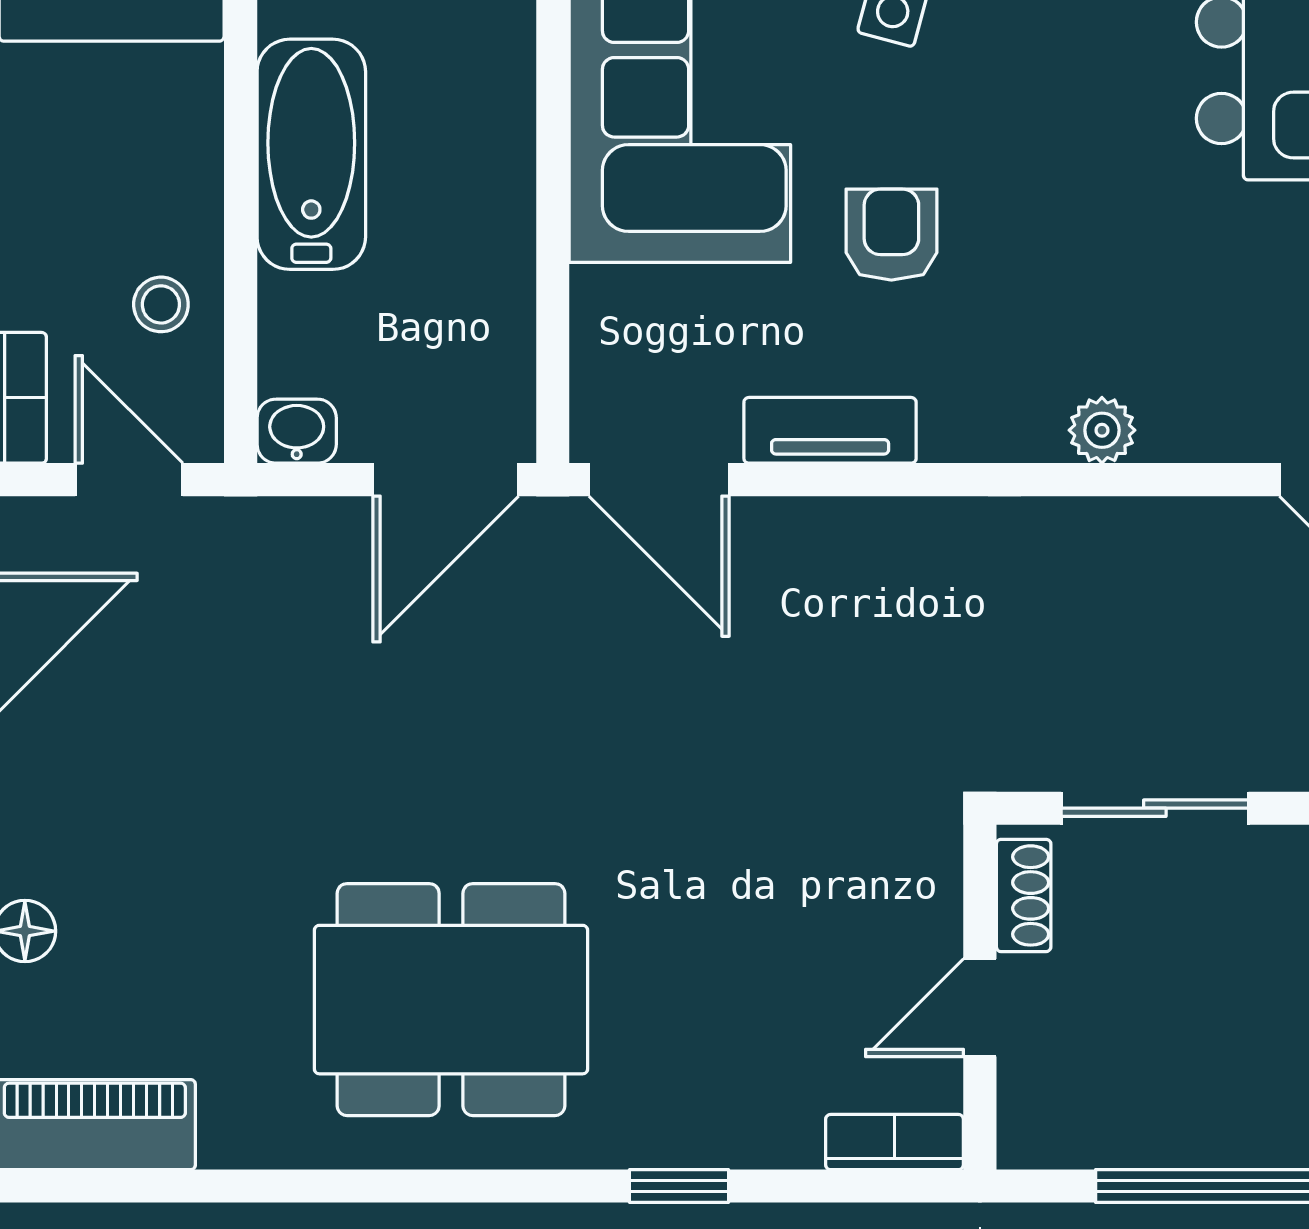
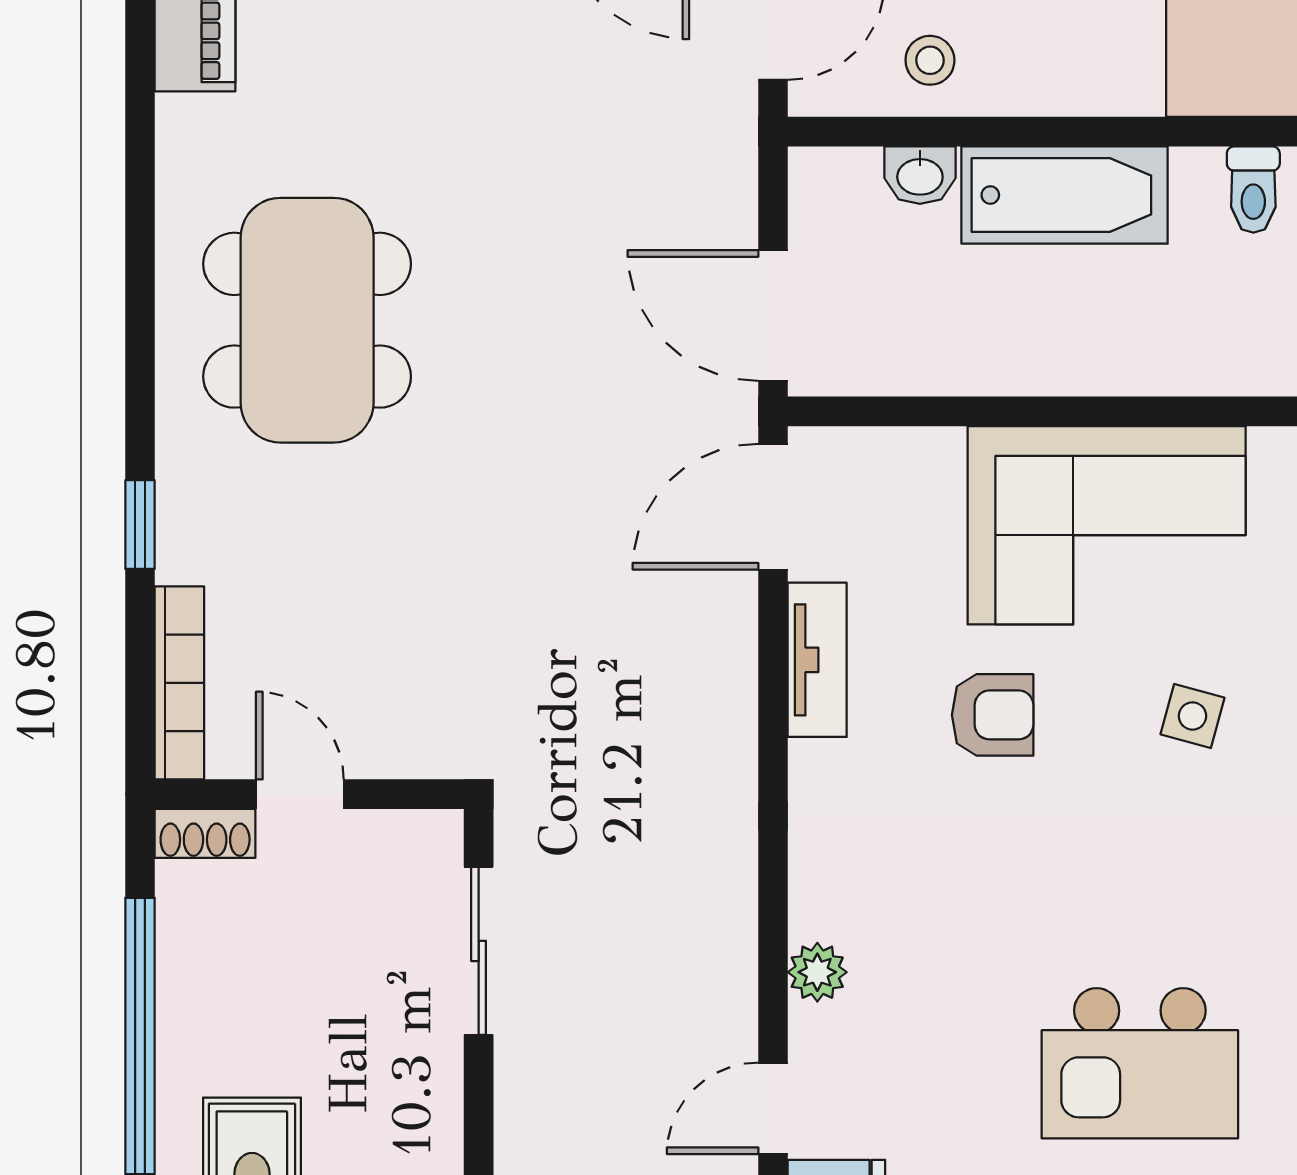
plant: (1102, 430) -> (817, 972), moved
washbasin: (297, 431) -> (920, 175), moved, turned 90
shoe rack: (1024, 895) -> (205, 833), moved
bookcase: (895, 1142) -> (179, 683), width x1.56

